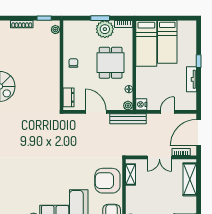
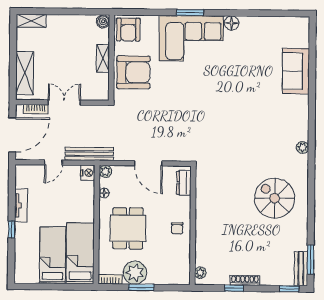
window: (44, 18) -> (234, 288), moved
bench: (128, 119) -> (89, 154), moved
shelving: (131, 174) -> (103, 58), moved

